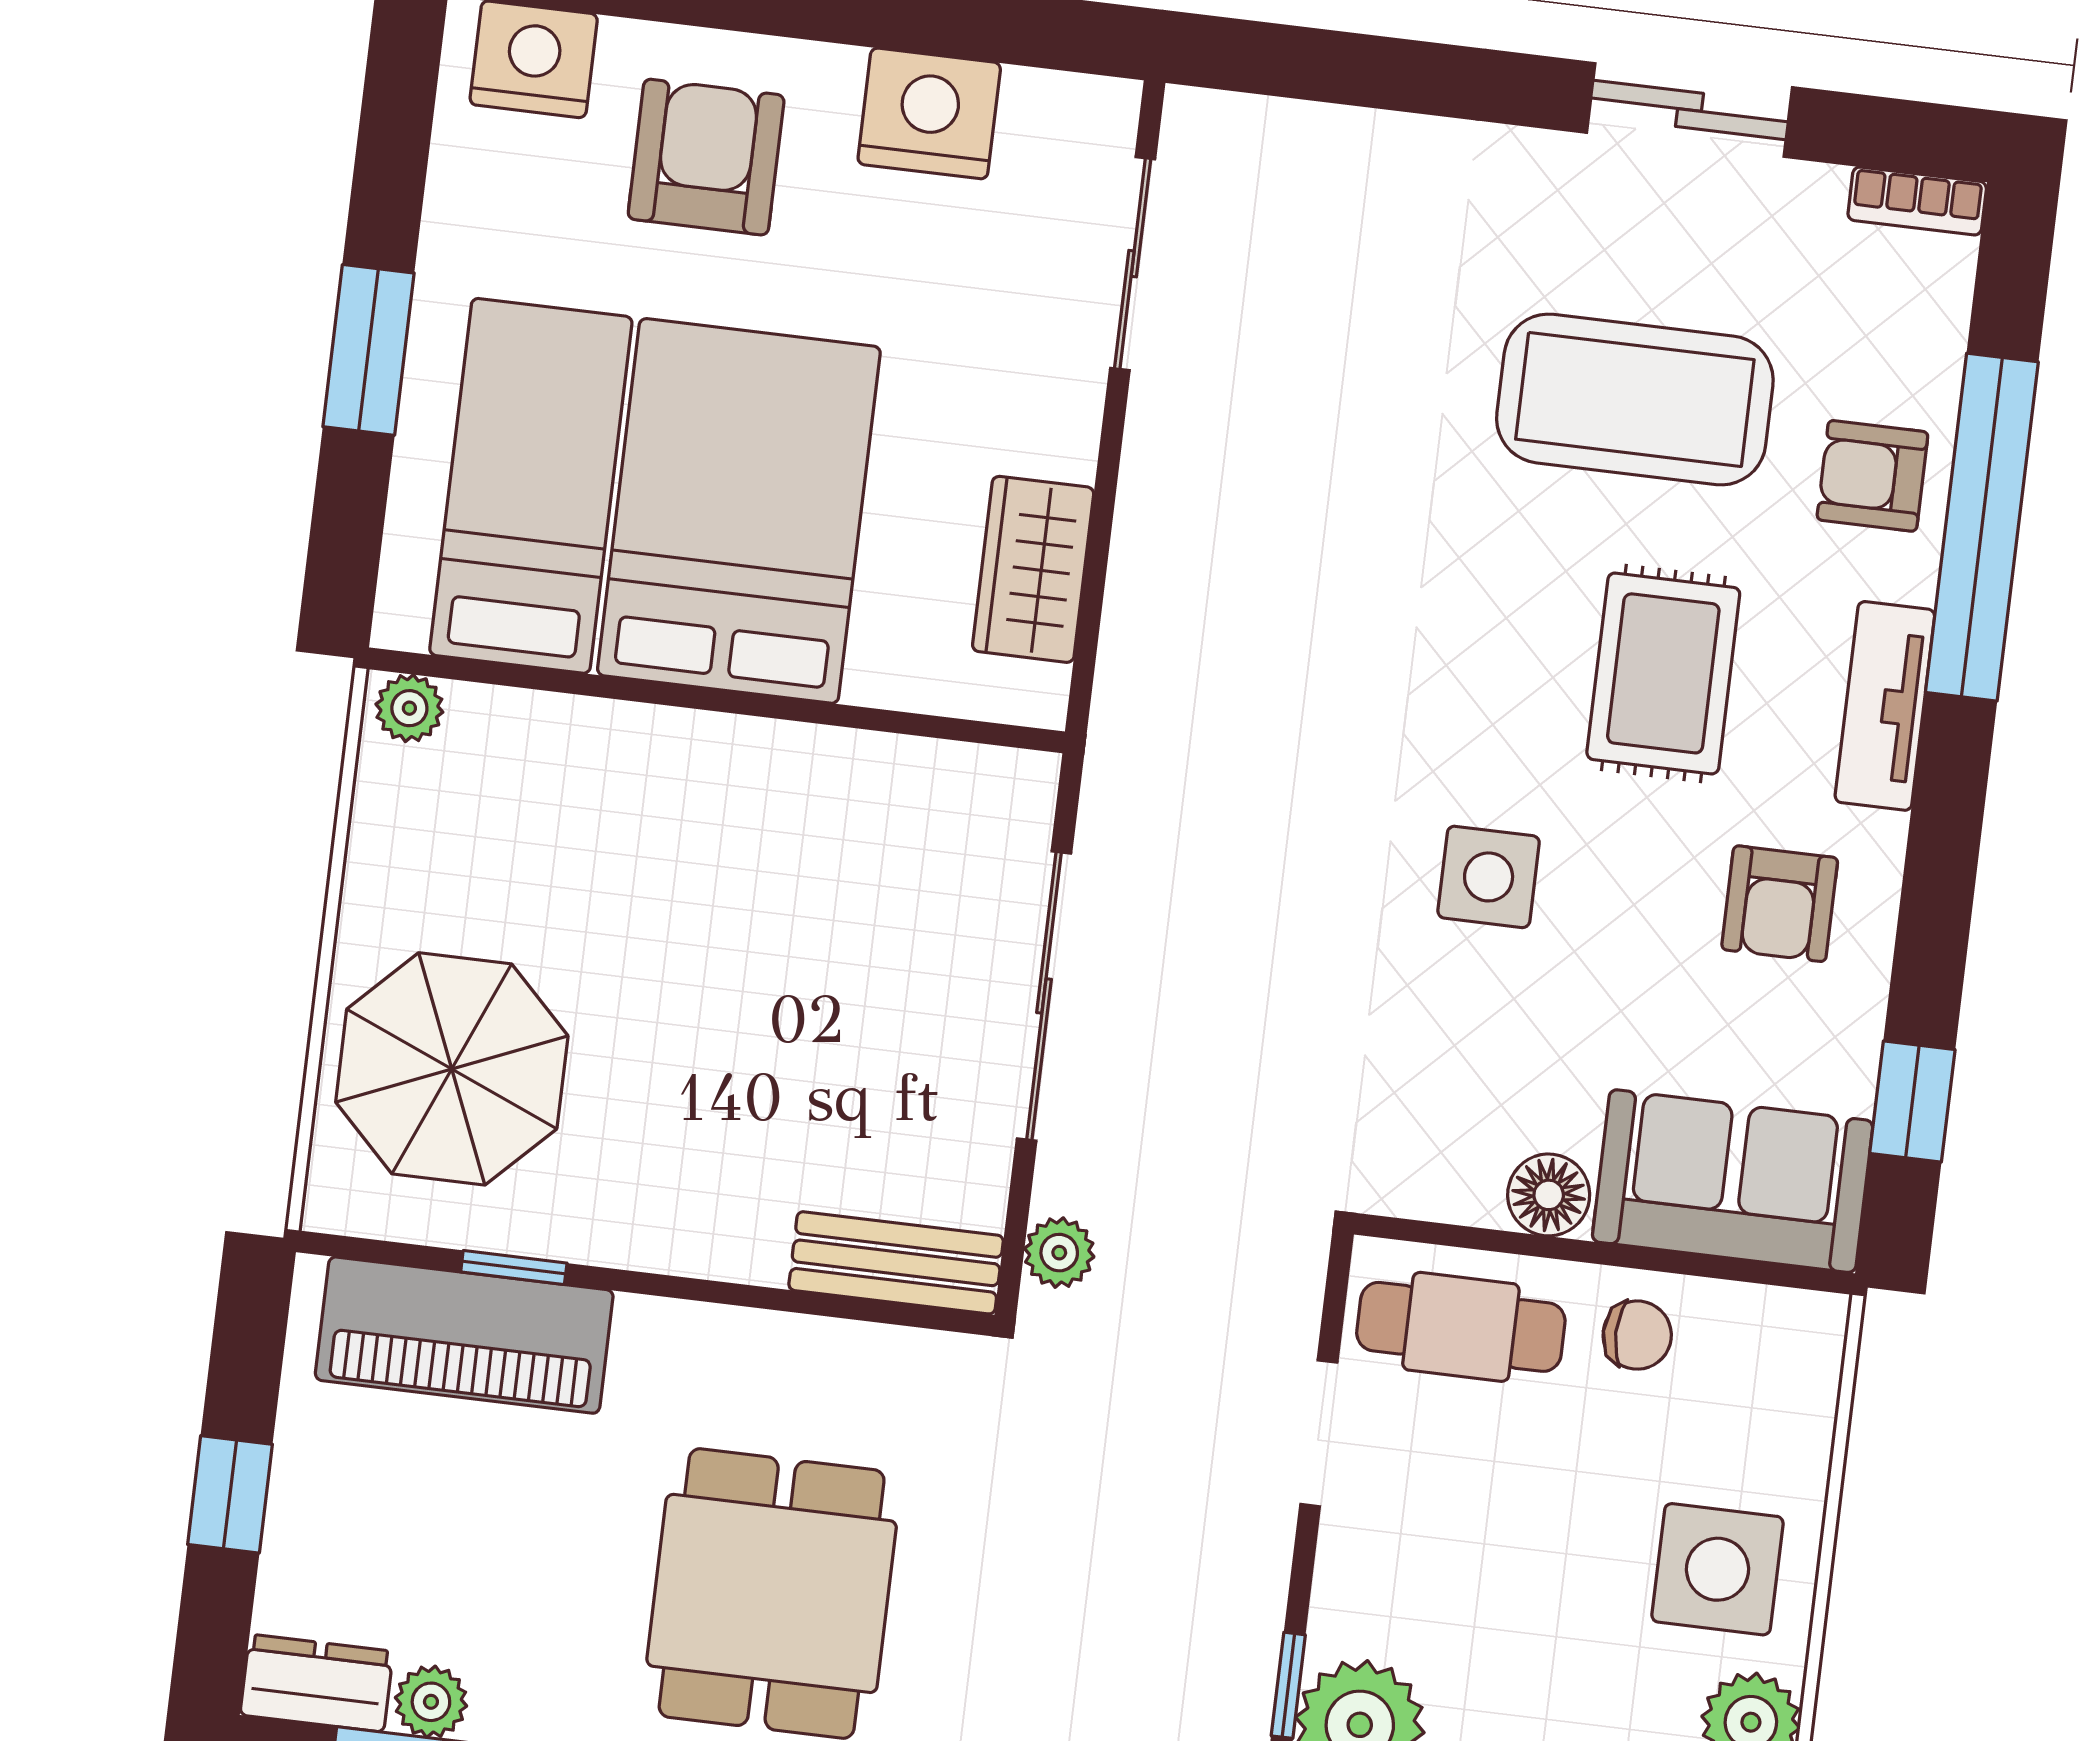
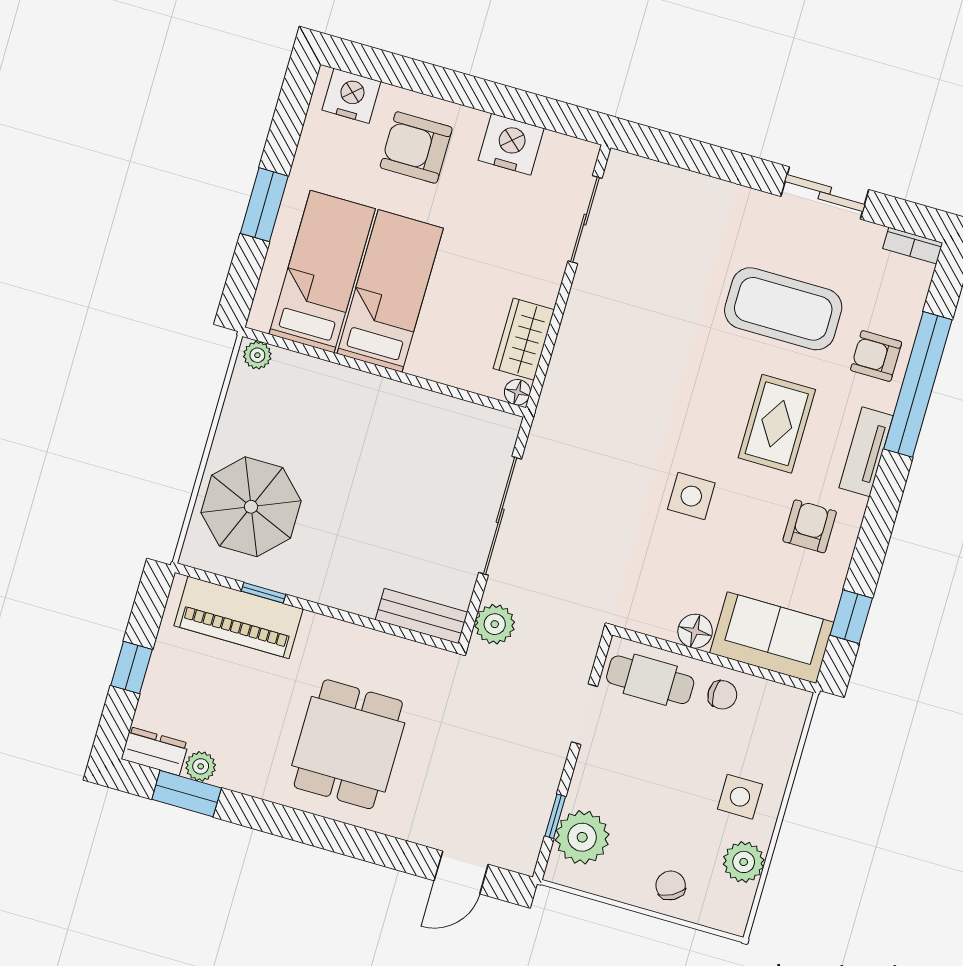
armchair: (706, 157) -> (416, 147), turned -90
bed: (739, 511) -> (390, 291), width x0.67
floor lamp: (1038, 697) -> (517, 392), added
armchair: (1780, 904) -> (810, 526), turned 180
plant: (1059, 1253) -> (495, 624), width x1.38, depth x1.38
side table: (1717, 1569) -> (740, 797), width x0.73, depth x0.73

